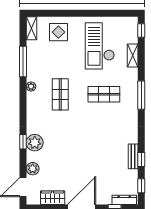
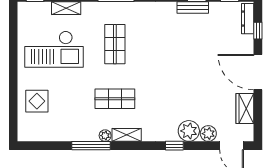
shelving: (32, 28) -> (127, 135), moved
window: (23, 61) -> (91, 146), moved
plant: (35, 143) -> (189, 131), moved

